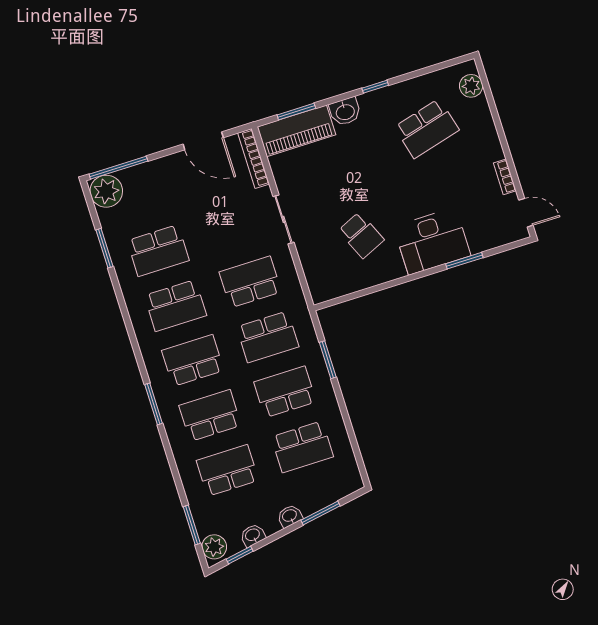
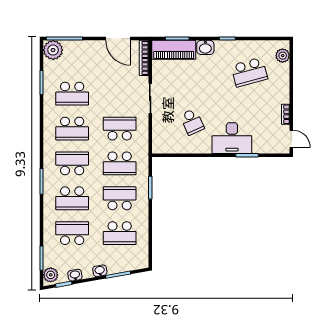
school desk: (210, 415) -> (72, 198), turned 180

